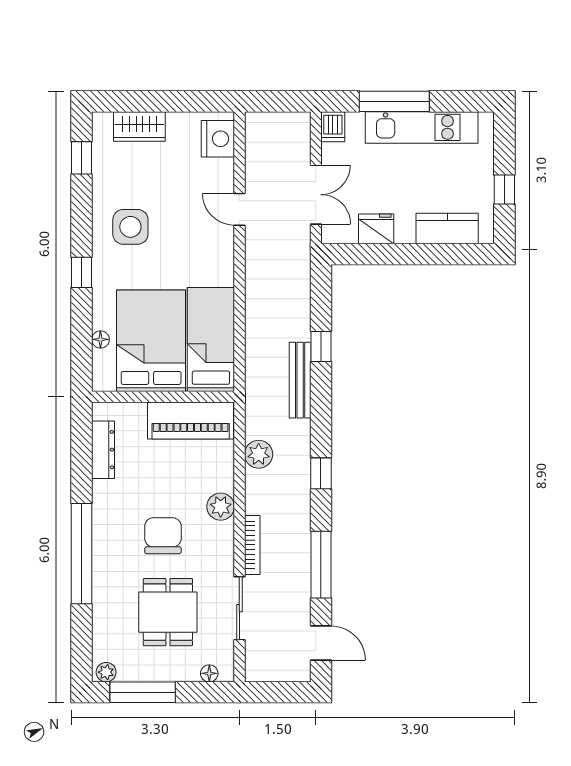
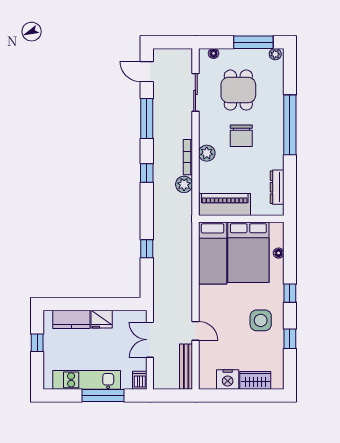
nightstand: (218, 139) -> (228, 379), moved, turned -90
window: (82, 158) -> (290, 339), moved
fridge: (376, 229) -> (102, 319), moved
bench: (300, 380) -> (186, 367), moved
bookcase: (252, 545) -> (188, 157), moved

